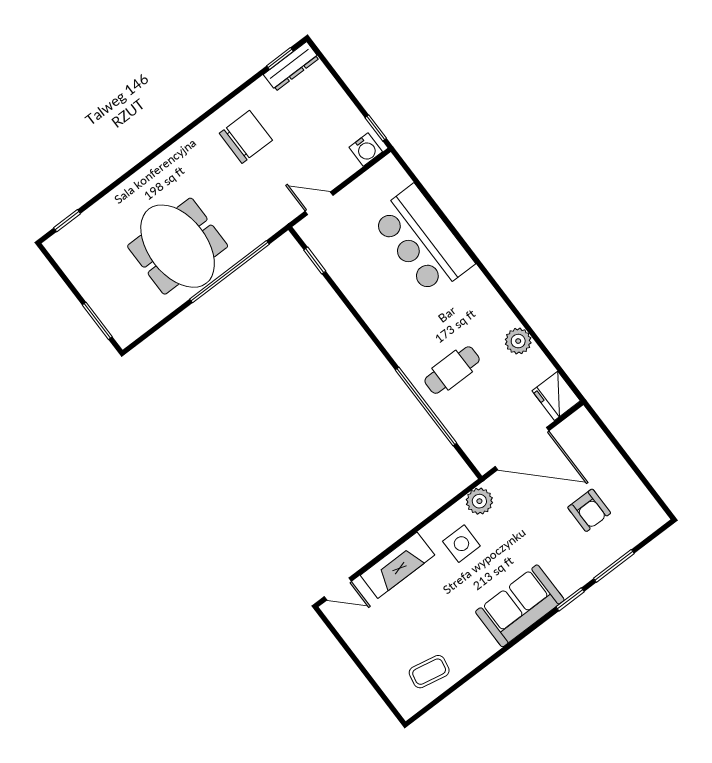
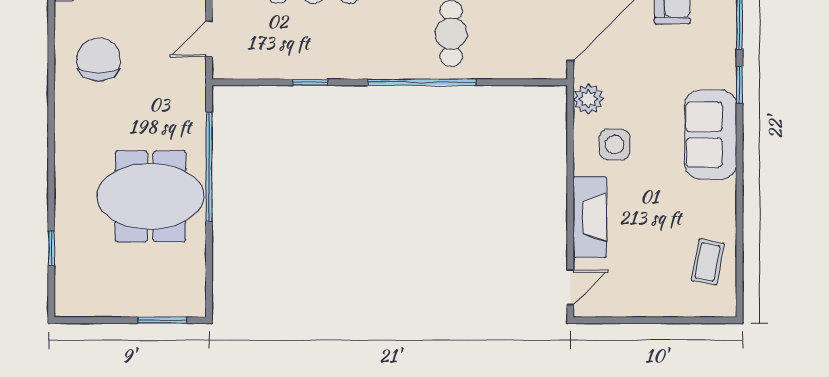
window: (67, 221) -> (51, 248), moved
window: (315, 260) -> (310, 82), moved
window: (426, 407) -> (422, 82), moved

